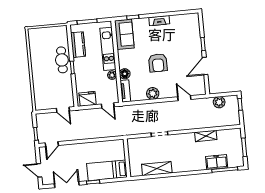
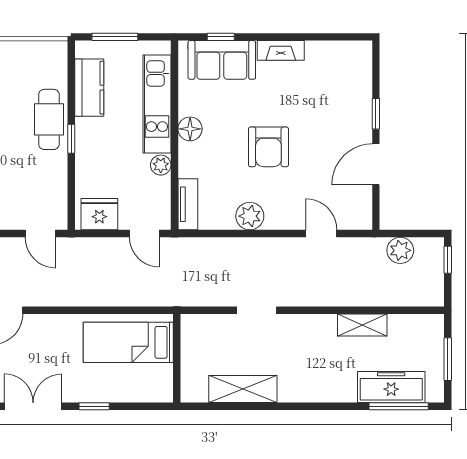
sofa: (124, 34) -> (222, 60), moved, turned 90
floor lamp: (125, 74) -> (190, 129), moved
freezer: (217, 162) -> (391, 387), width x1.40
bed: (107, 170) -> (128, 342), moved

